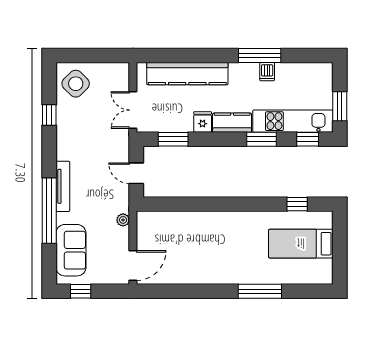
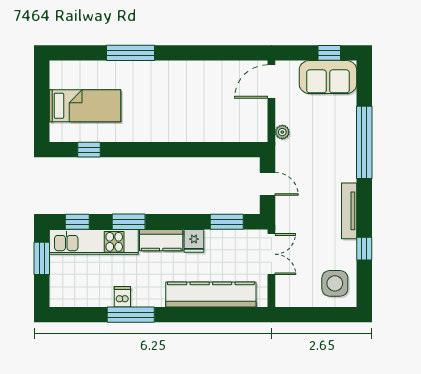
side table: (76, 84) -> (335, 283), turned 45
tv unit: (63, 186) -> (349, 211), moved
sofa: (71, 250) -> (328, 77), moved, turned -90

